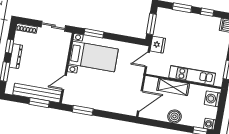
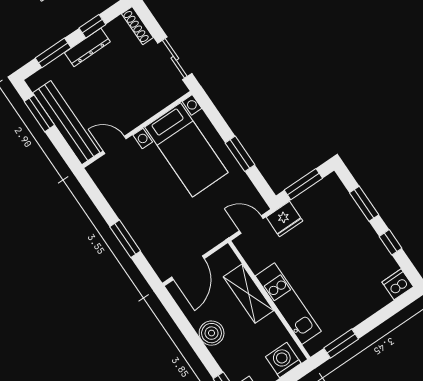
window: (94, 33) -> (240, 154), moved
door: (140, 101) -> (188, 268), hinge flipped
window: (39, 103) -> (39, 113), moved
window: (83, 110) -> (125, 239), moved

